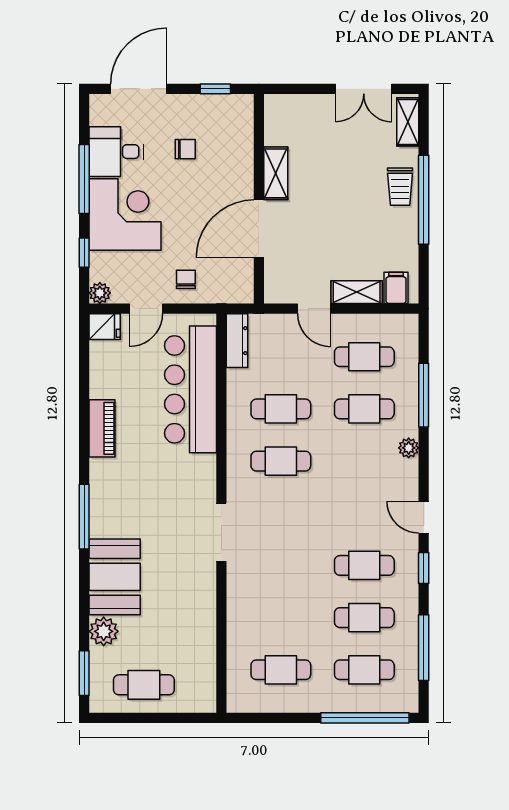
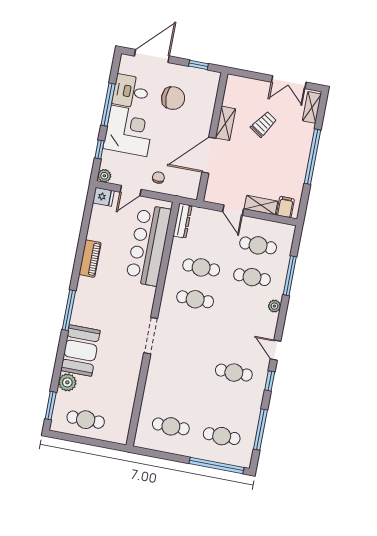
chair: (185, 149) -> (173, 98), width x1.87, depth x1.87
trolley: (400, 187) -> (264, 124), moved, turned -146
cafe table: (364, 618) -> (228, 404), removed

